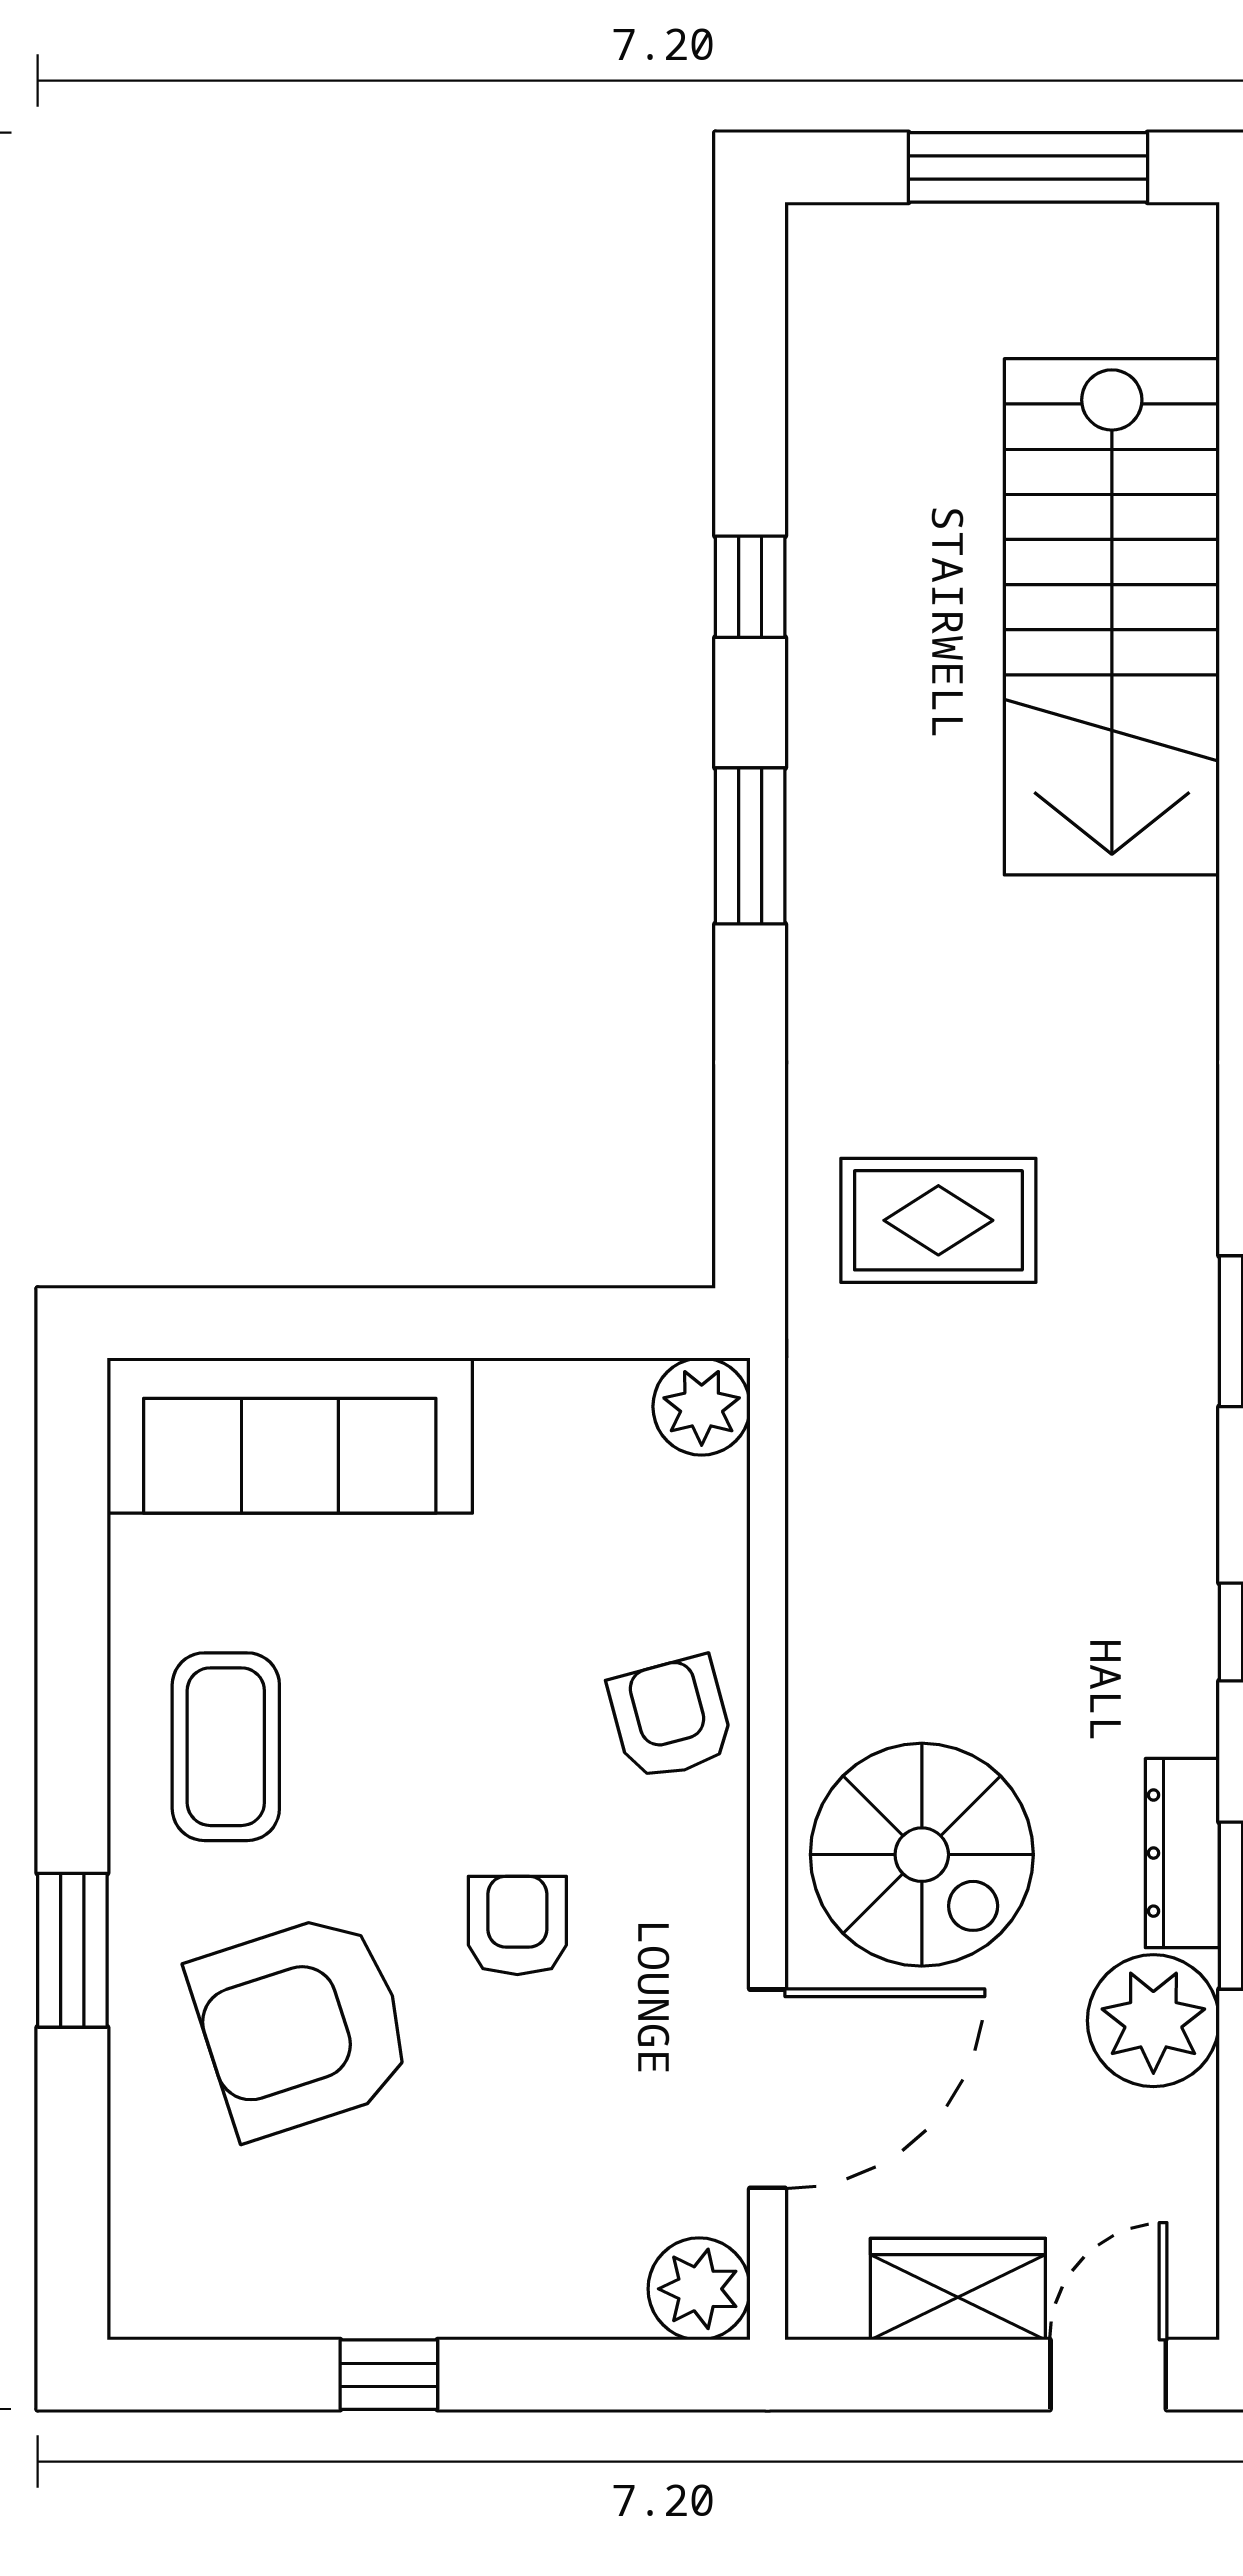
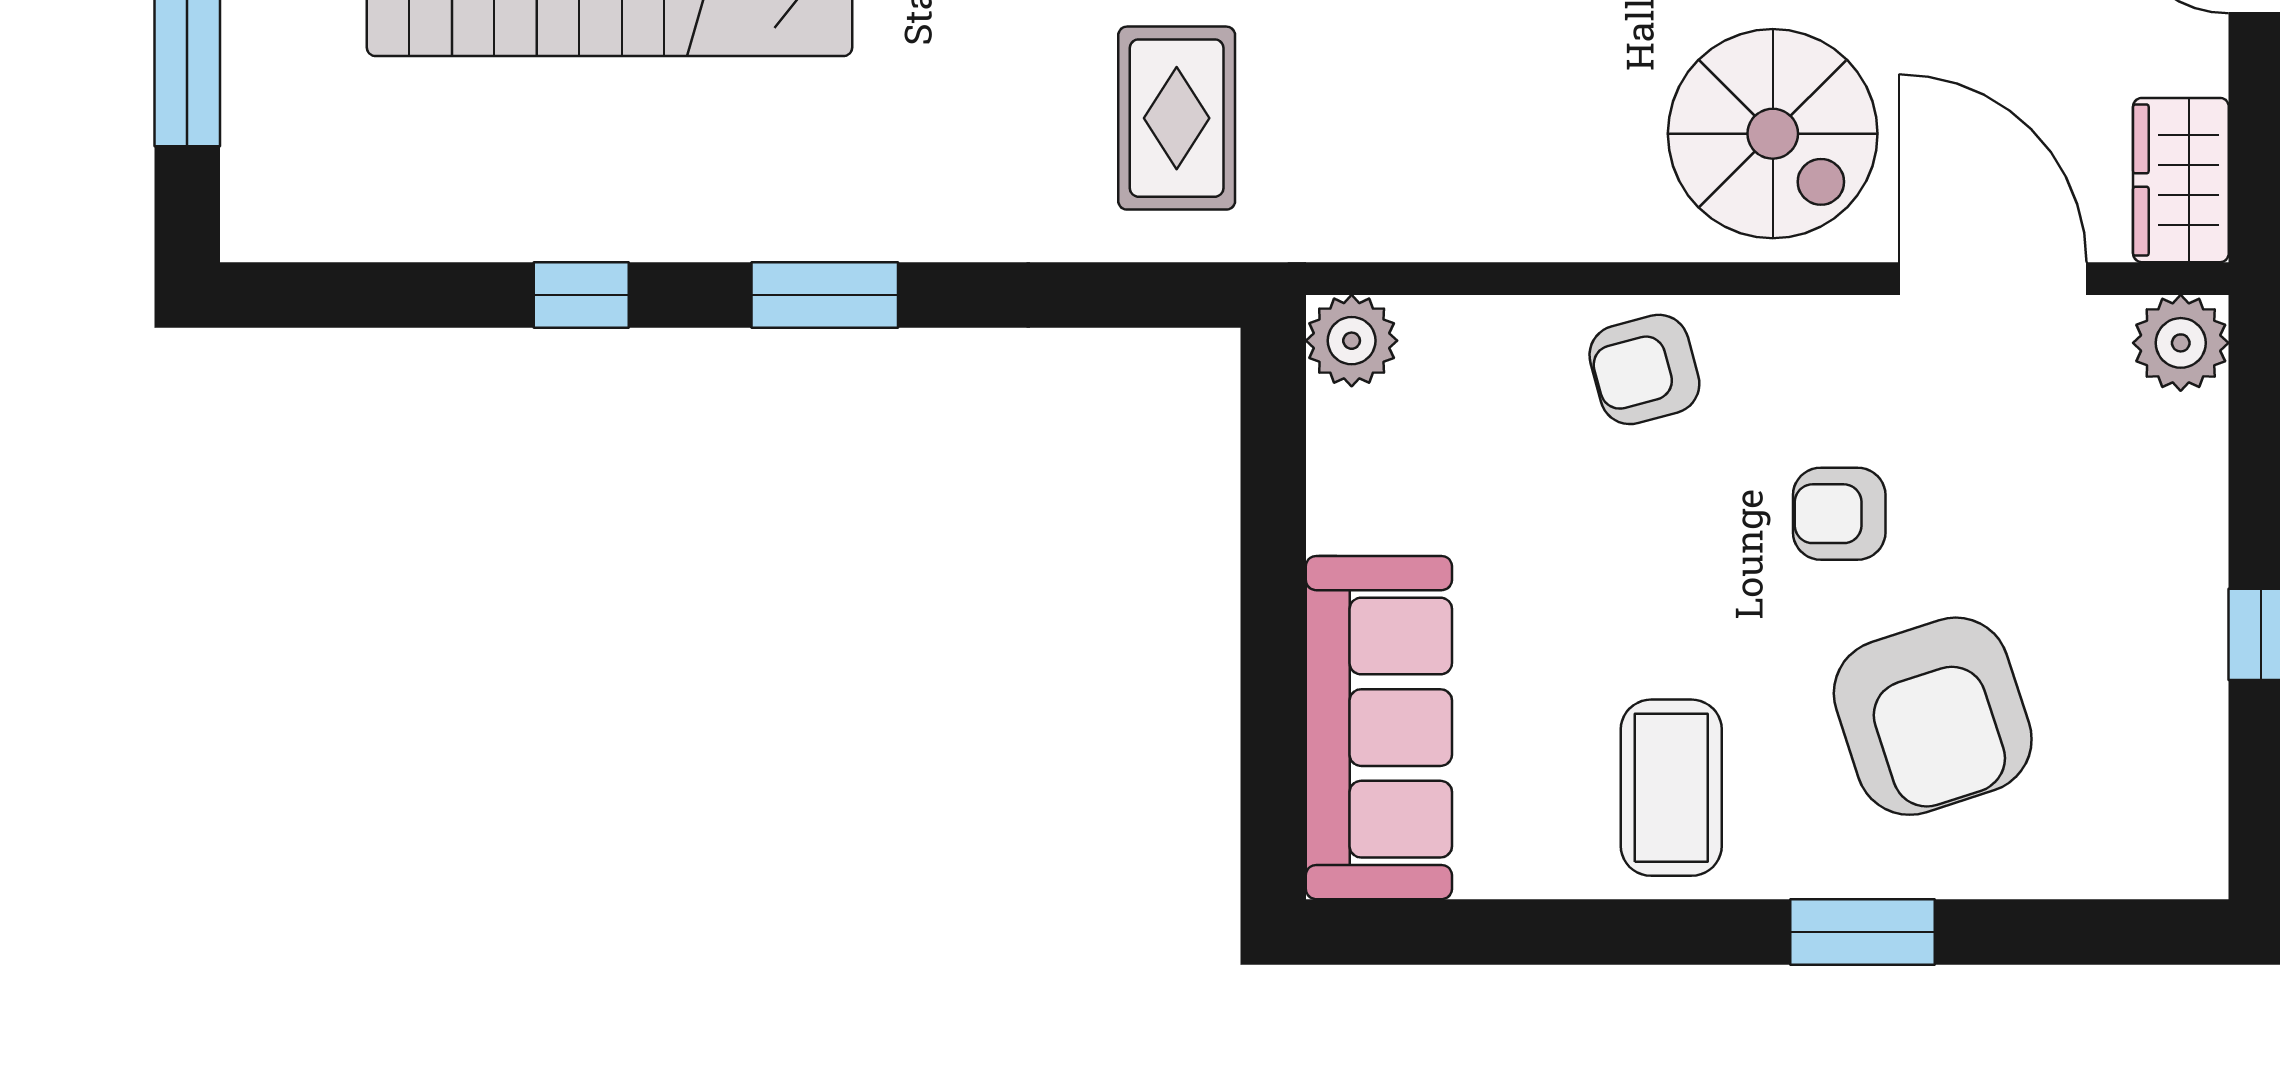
coffee table: (226, 1747) -> (1671, 788), turned 90
spiral stairs: (922, 1855) -> (1773, 134), turned 90
wardrobe: (958, 2289) -> (2181, 180), moved

